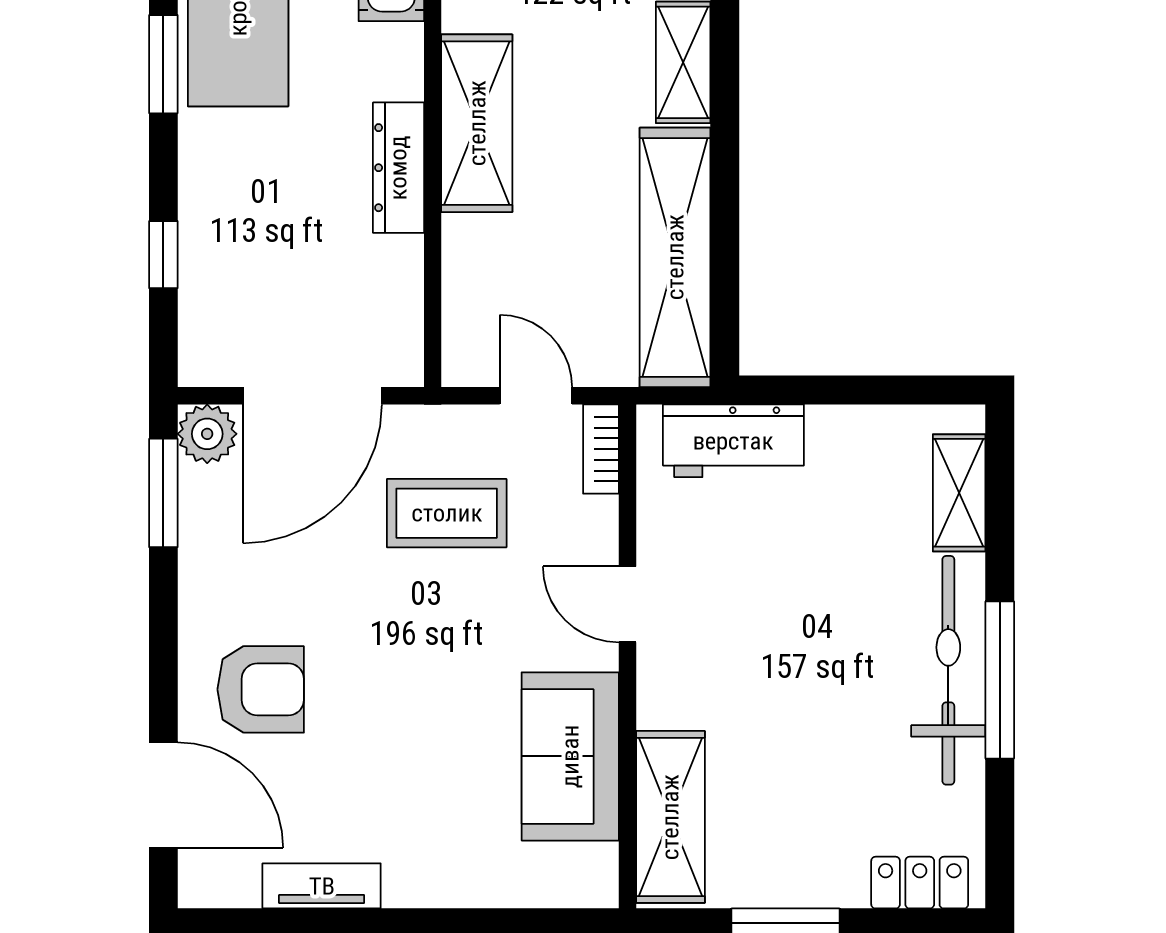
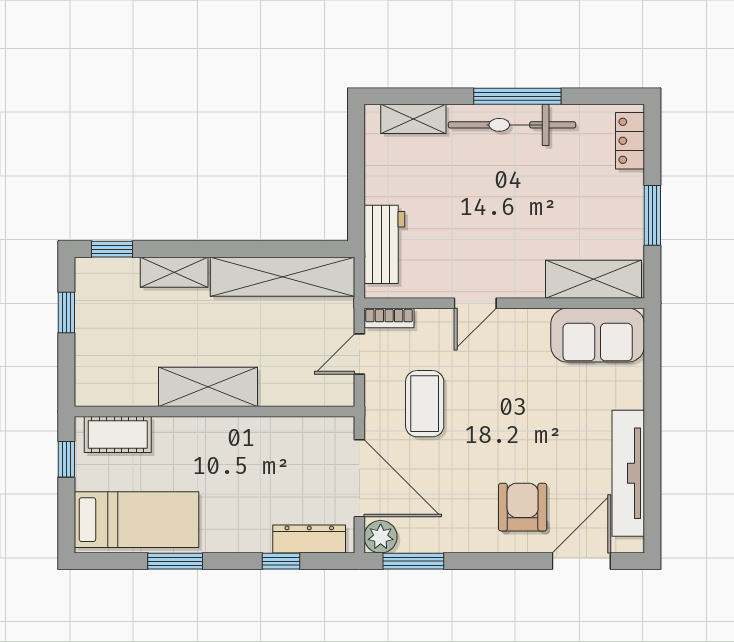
dresser: (398, 168) -> (309, 539), moved, turned 180
sofa: (570, 756) -> (598, 335), moved
tv unit: (322, 886) -> (628, 473), width x1.92, depth x1.29

